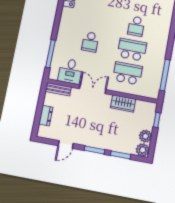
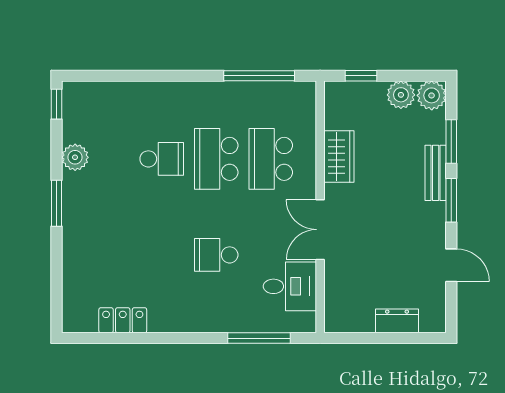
school desk: (90, 42) -> (216, 255), turned 180
bench: (58, 89) -> (436, 173), moved

